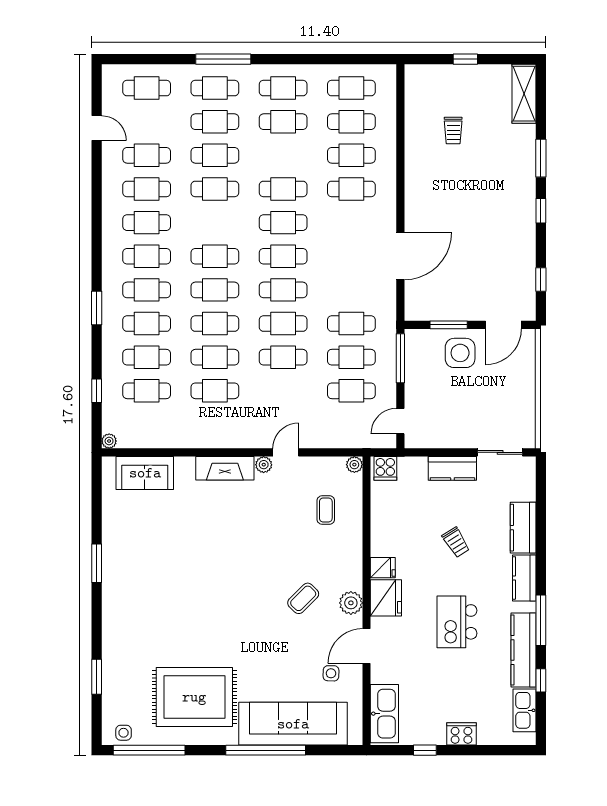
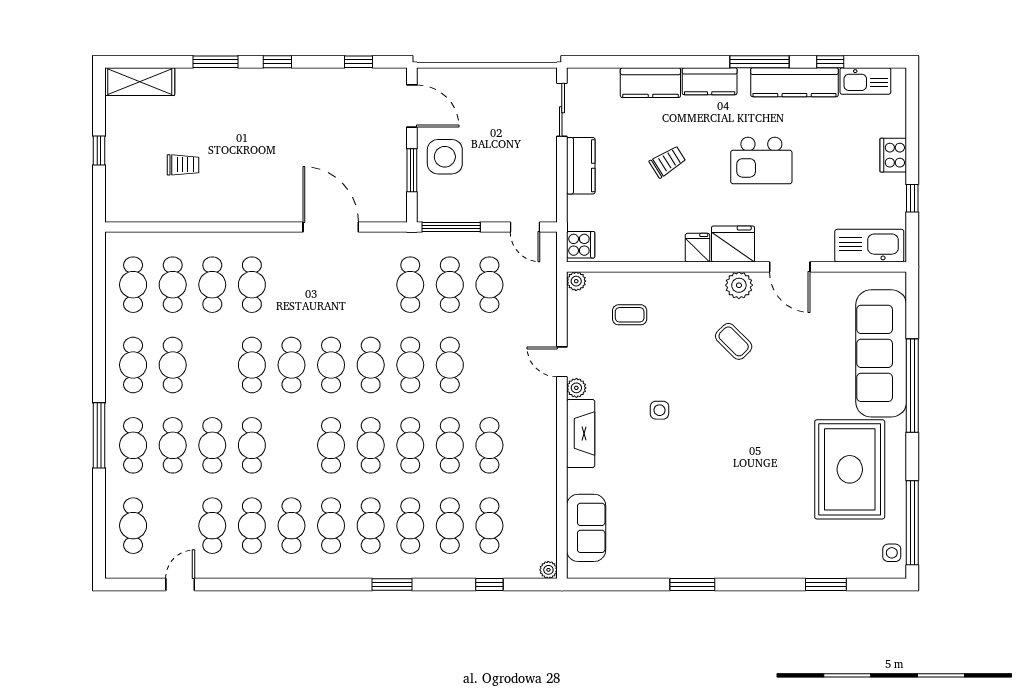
side table: (331, 673) -> (659, 410), moved

